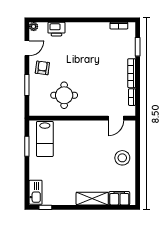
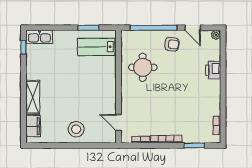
printer: (56, 29) -> (213, 70), moved
window: (27, 85) -> (154, 28), width x2.11

